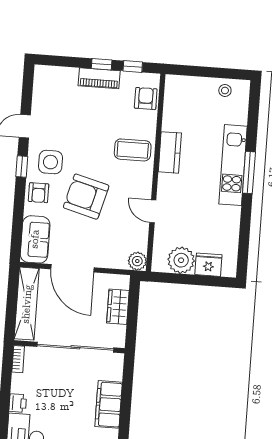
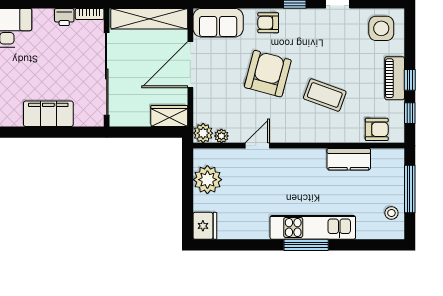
window: (204, 72) -> (410, 189), added
coffee table: (133, 150) -> (325, 95), moved, turned -70
kitchen counter: (170, 152) -> (349, 159), moved
side table: (50, 162) -> (381, 28), moved
plant: (141, 244) -> (221, 136), added
fridge: (208, 265) -> (205, 226), moved
wardrobe: (118, 307) -> (169, 116), moved
printer: (18, 403) -> (64, 17), moved

